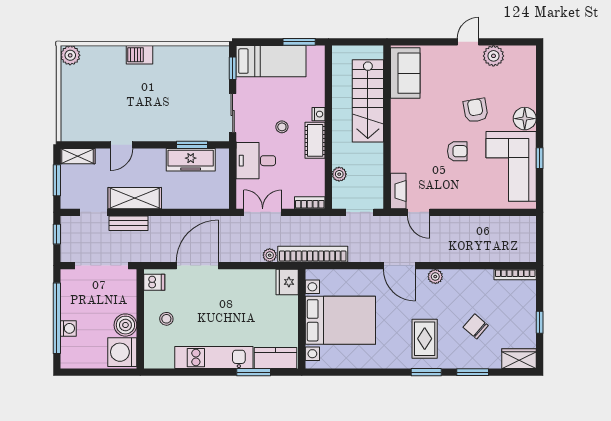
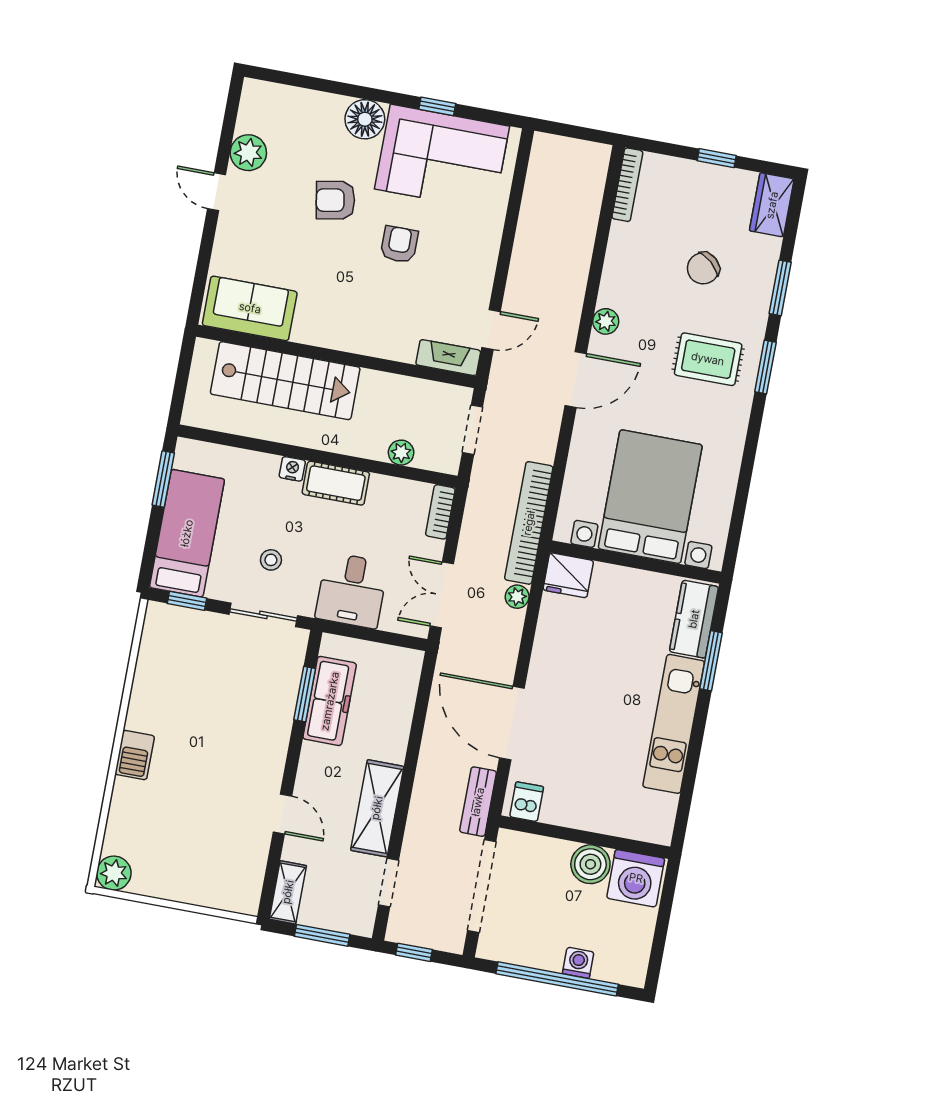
stool: (282, 127) -> (271, 560), moved
bench: (129, 223) -> (478, 802), moved
stool: (166, 319) -> (593, 793), removed

